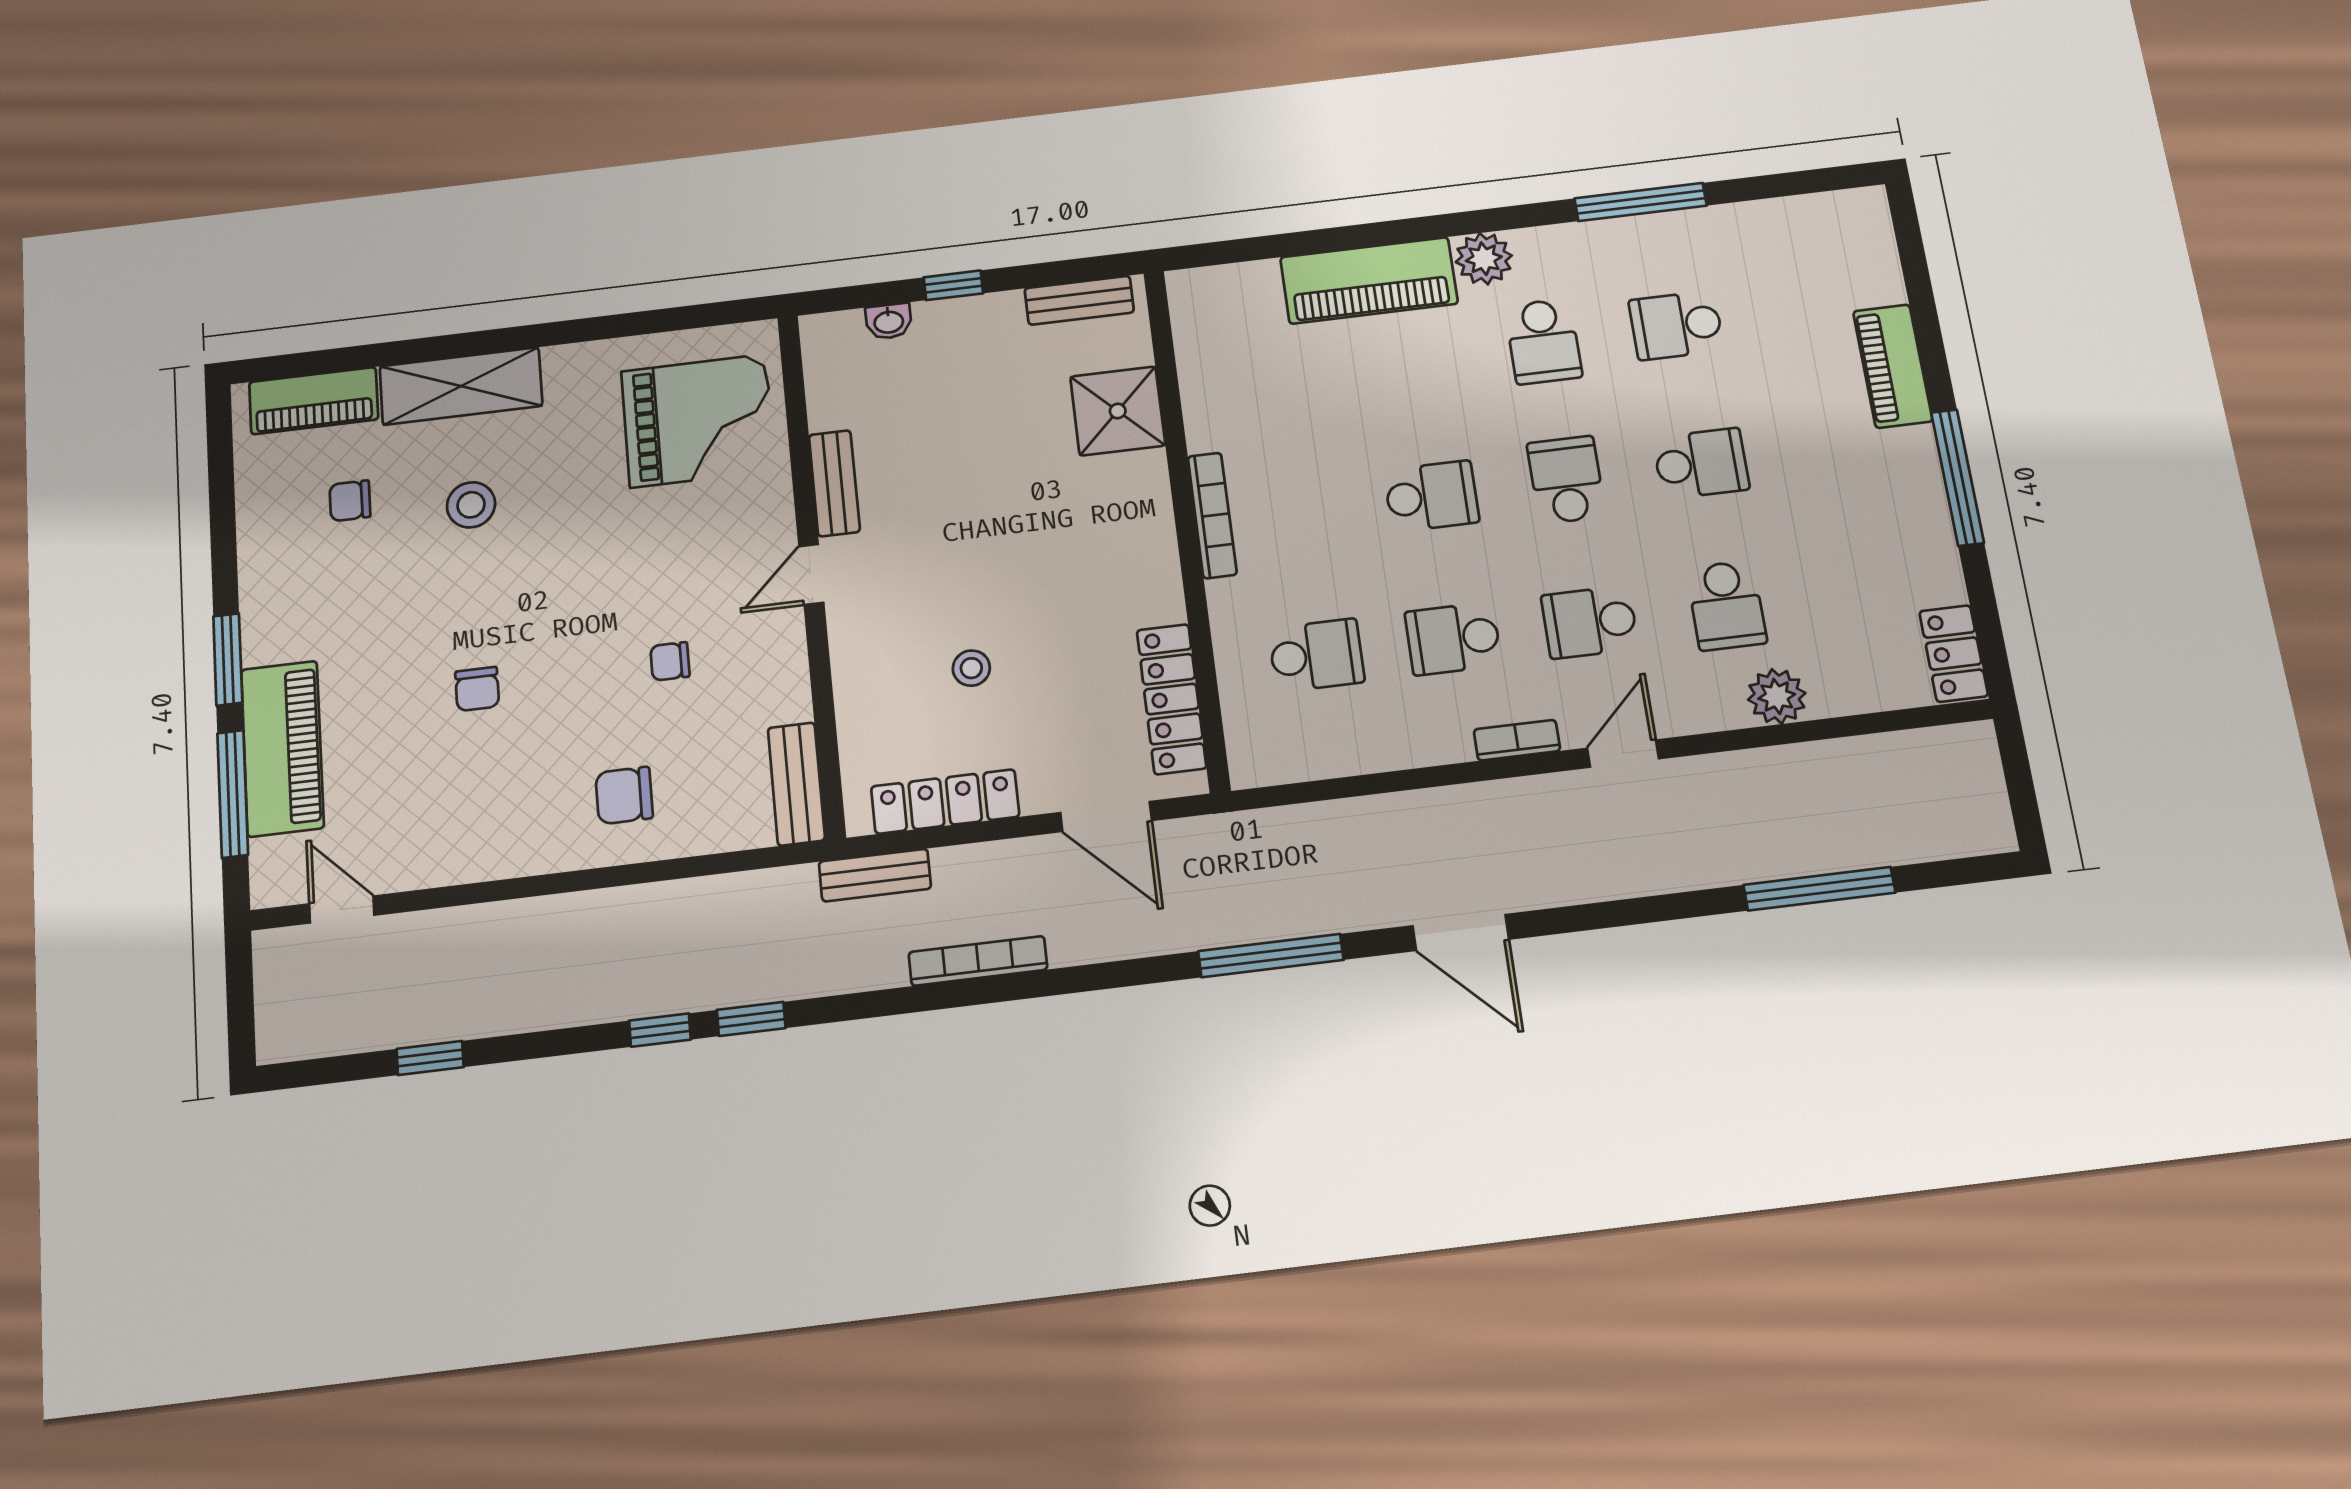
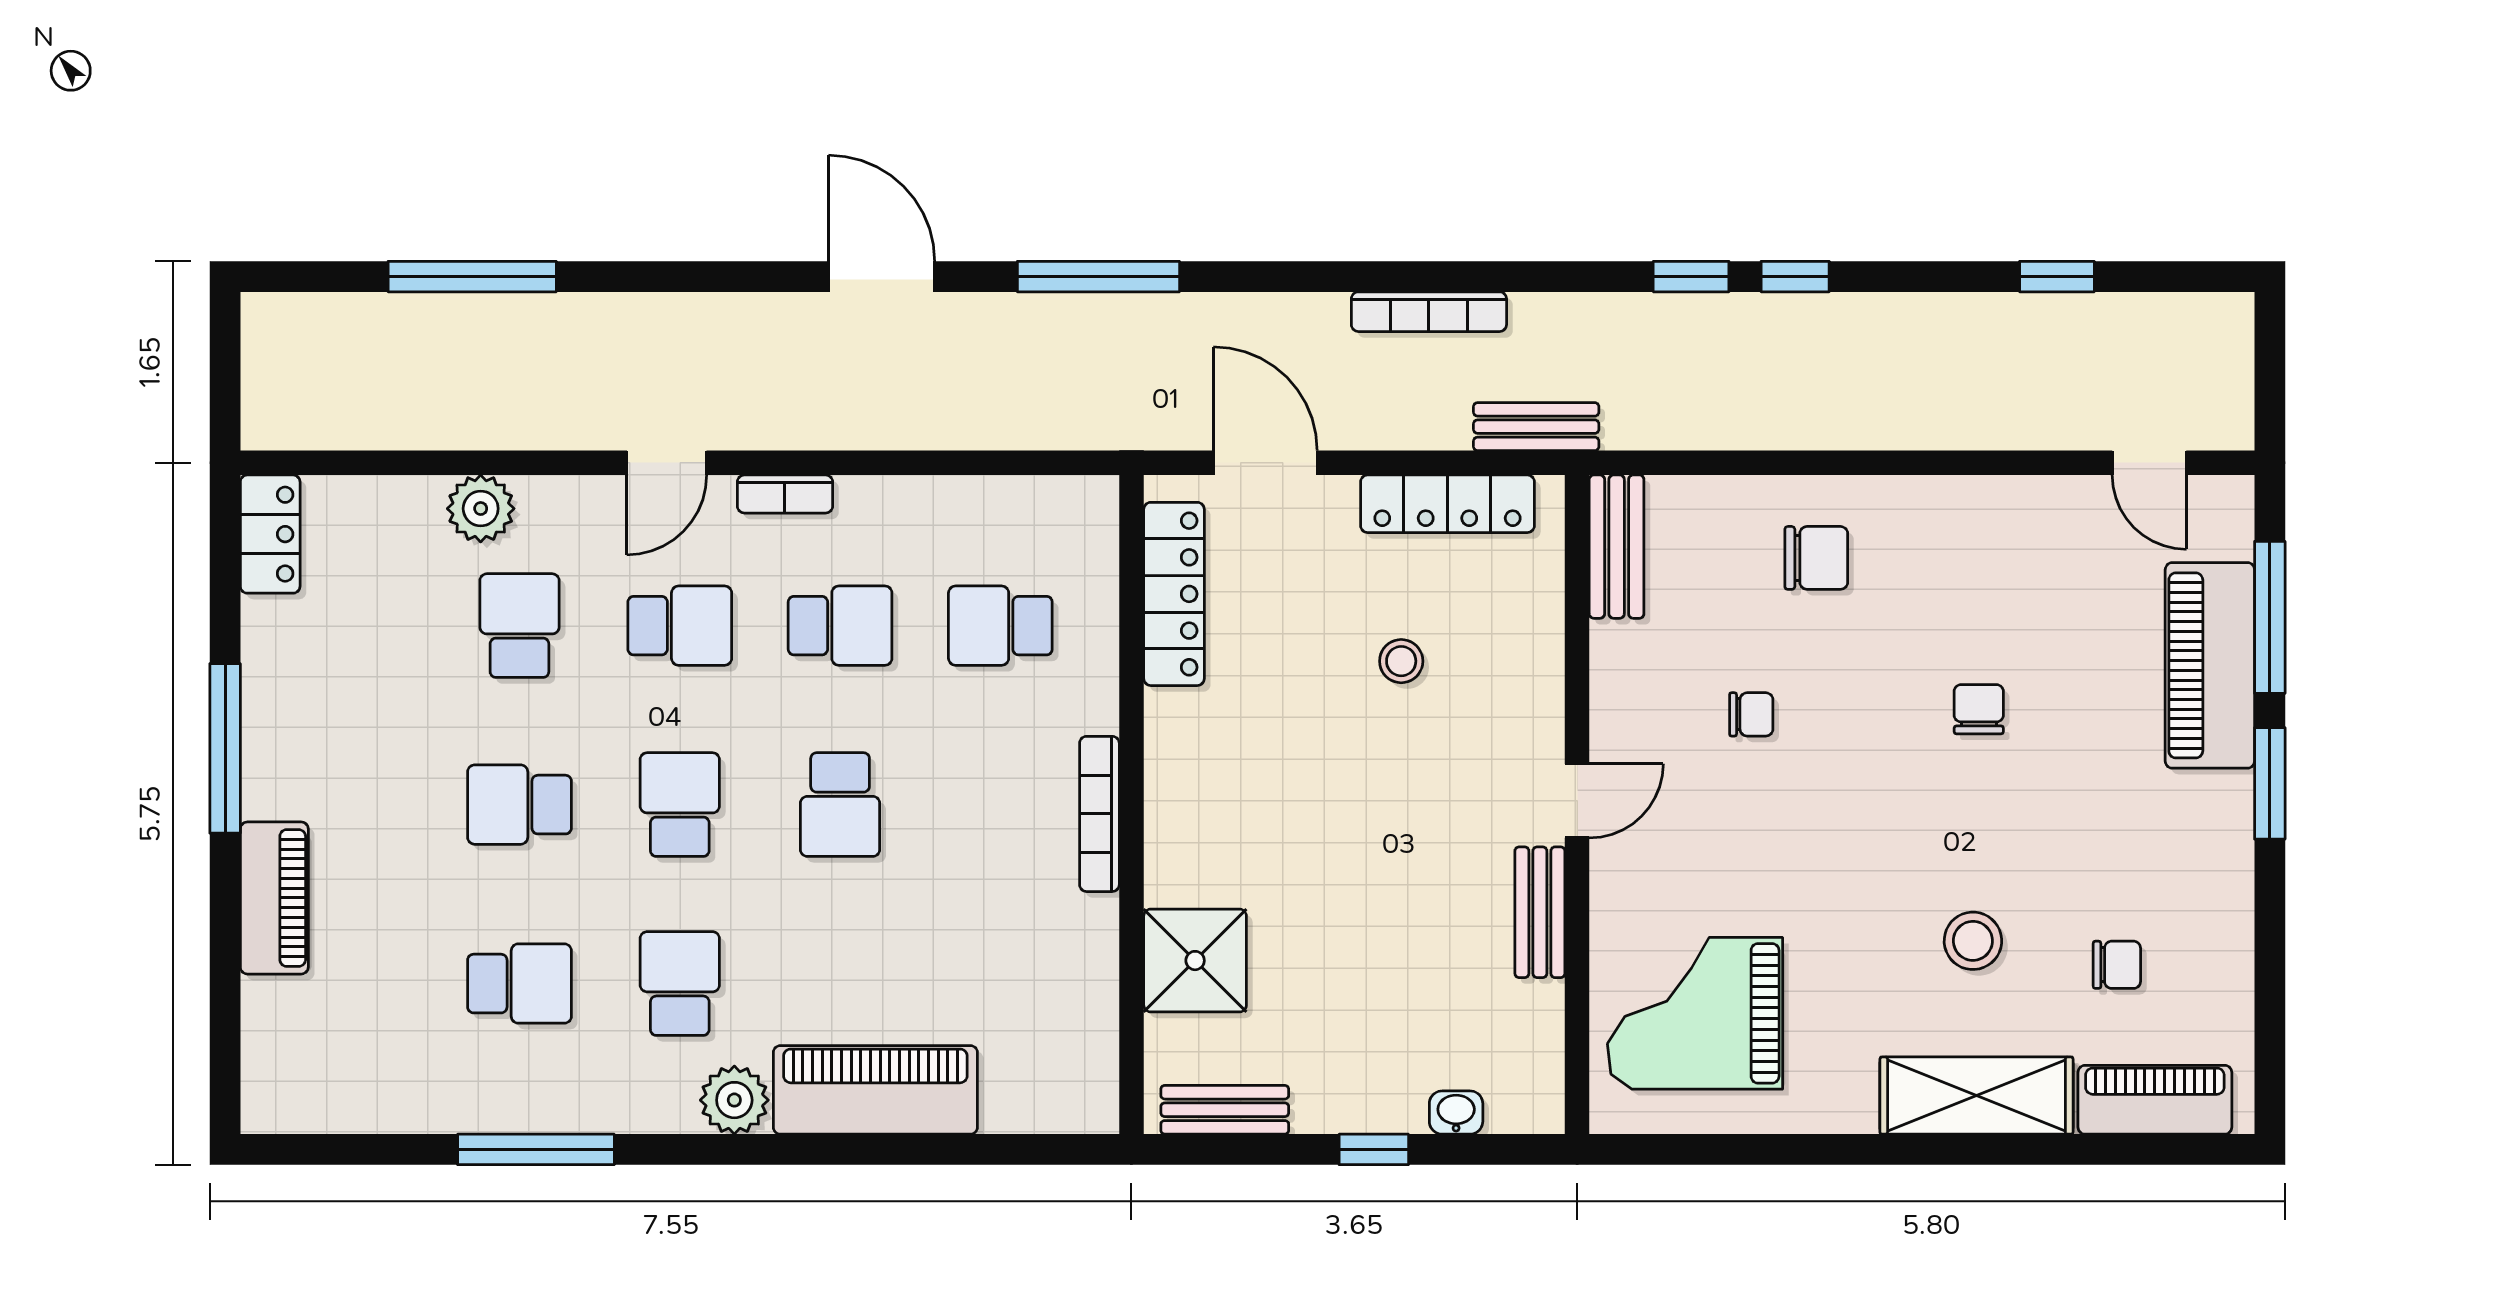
school desk: (1566, 480) -> (680, 805), turned 180
school desk: (1431, 496) -> (840, 805), turned -90

